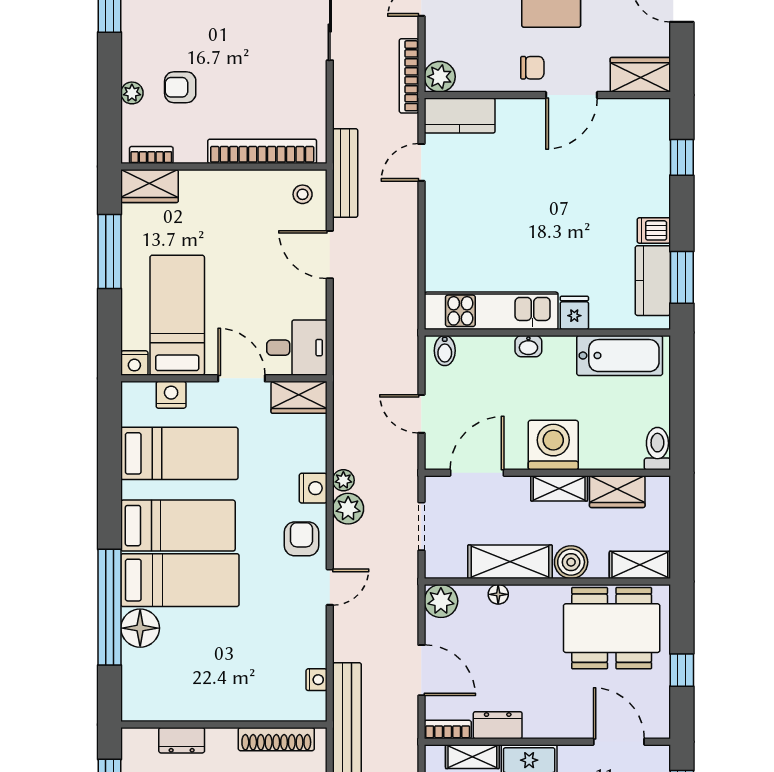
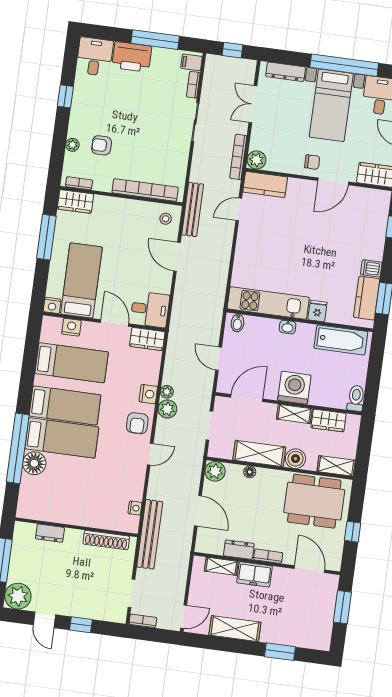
armchair: (301, 539) -> (137, 423), turned 180
bookcase: (448, 730) -> (268, 556), moved

